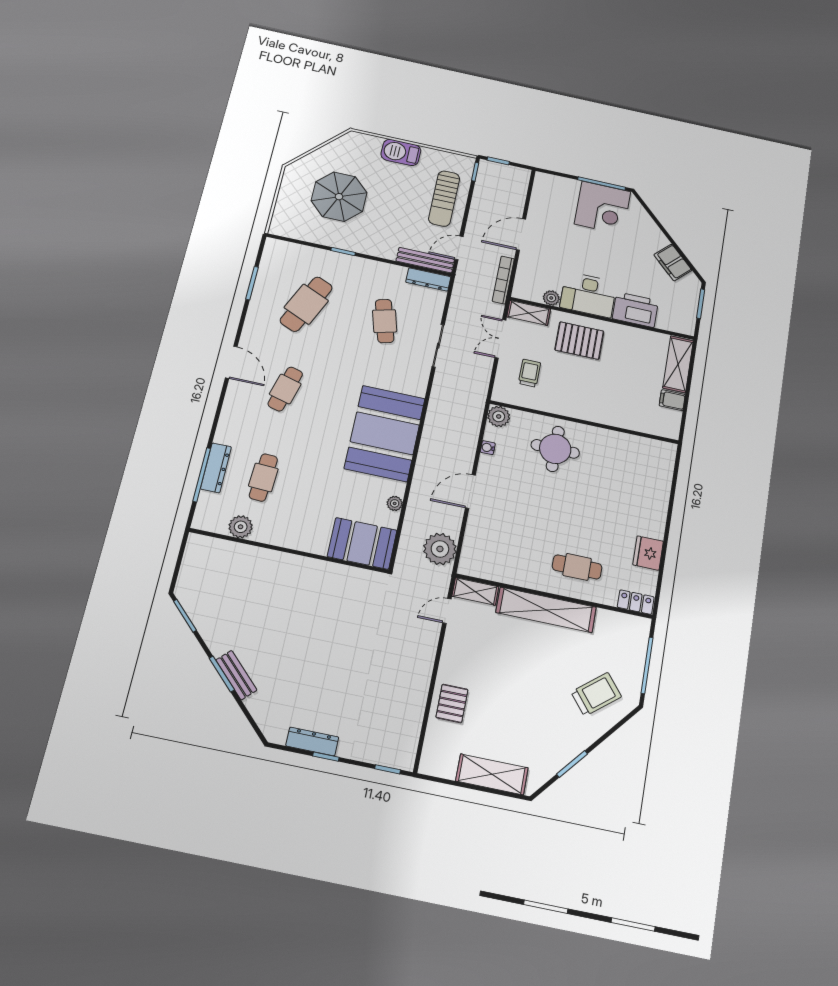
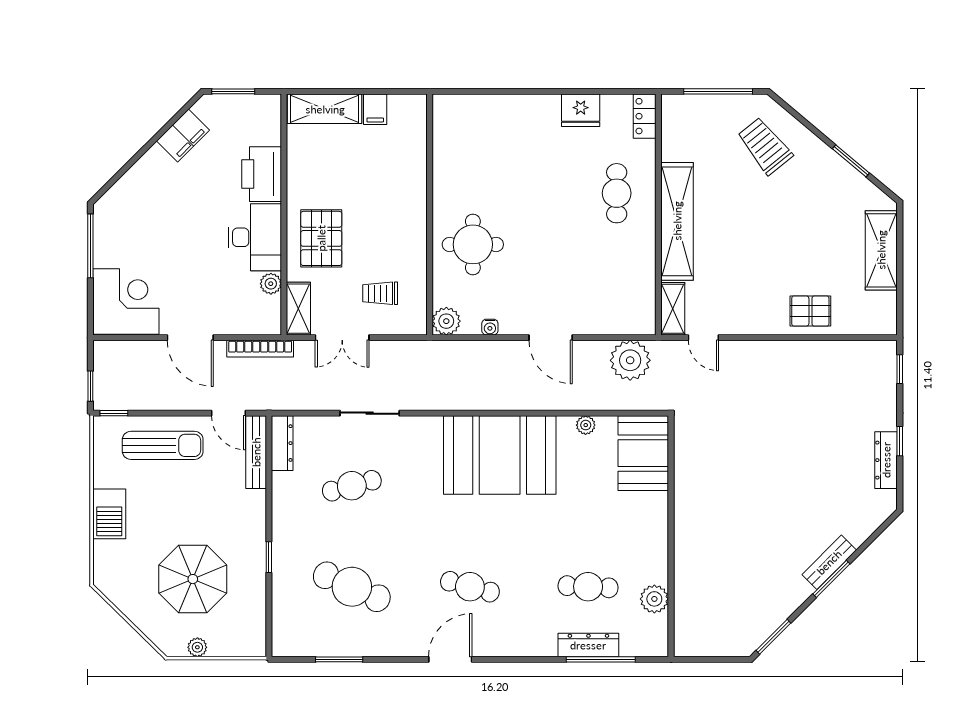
plant: (287, 188) -> (197, 647), added
corner desk: (603, 208) -> (126, 301), moved

